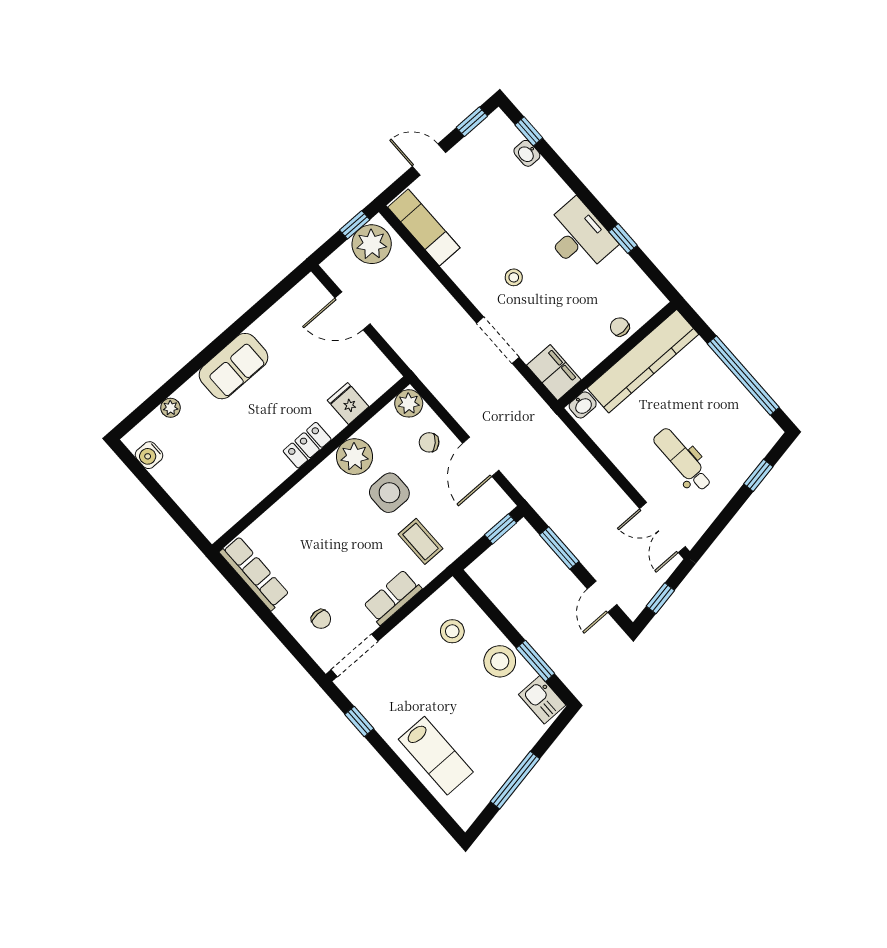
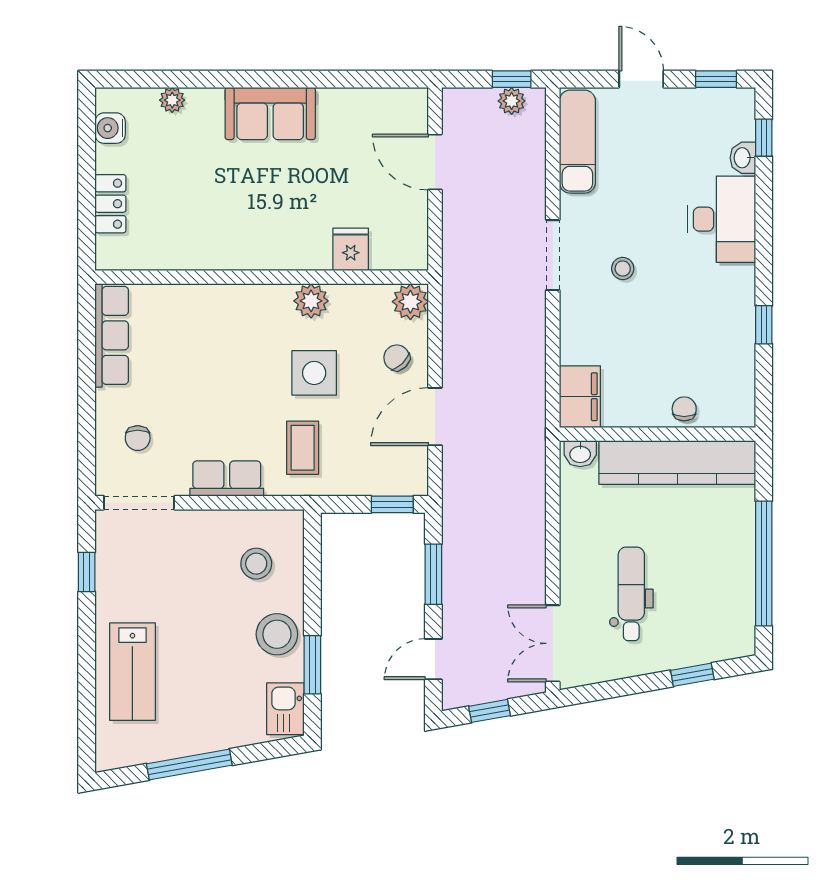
desk: (579, 237) -> (722, 219), moved
plant: (372, 244) -> (512, 101), width x0.53, depth x0.53
doorway: (498, 340) -> (553, 255), moved
locker: (307, 445) -> (110, 204), moved, turned 90
plant: (354, 457) -> (311, 301), width x0.73, depth x0.73

